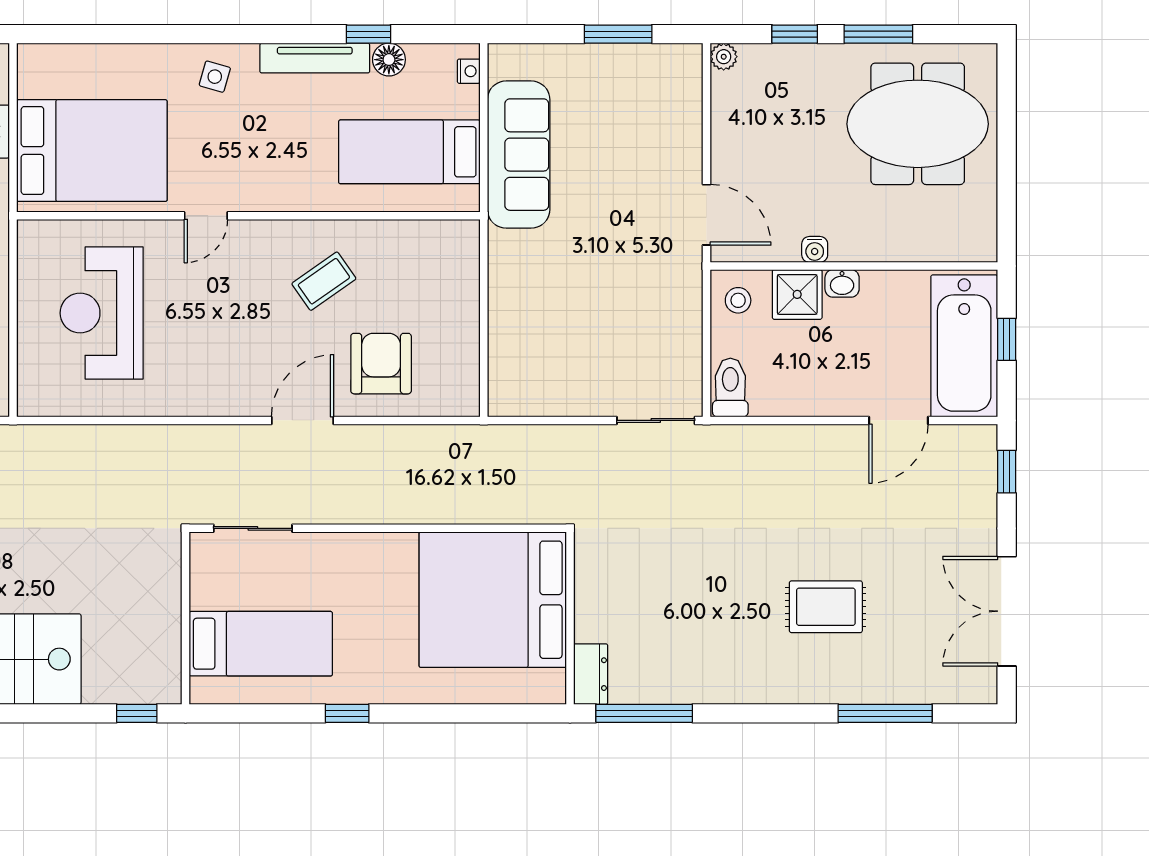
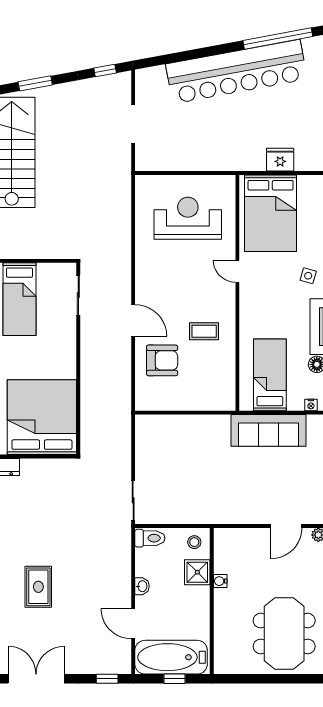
door: (707, 215) -> (286, 526), moved
coffee table: (324, 281) -> (204, 331), turned -55
washbasin: (842, 283) -> (142, 586), moved, turned 180

